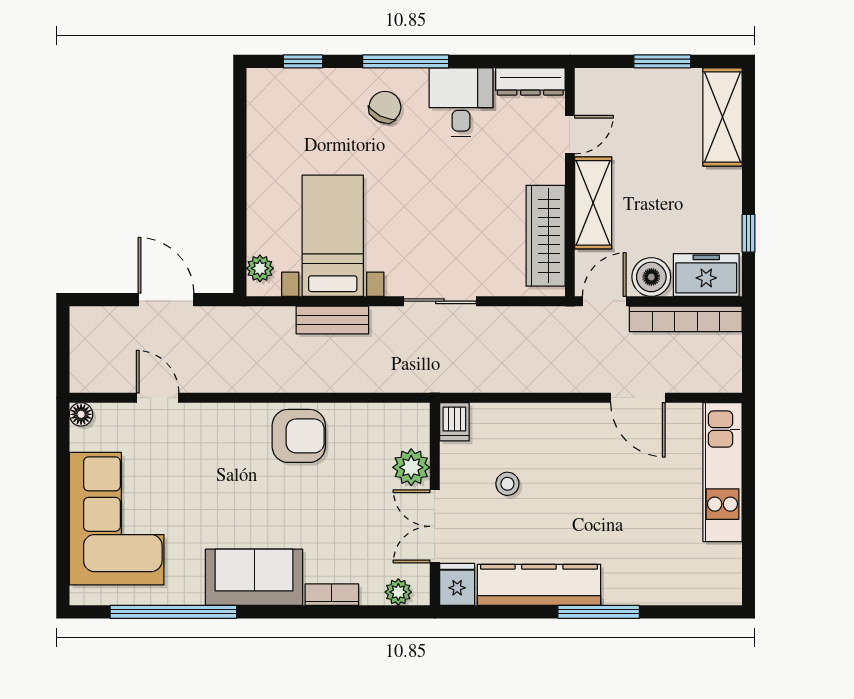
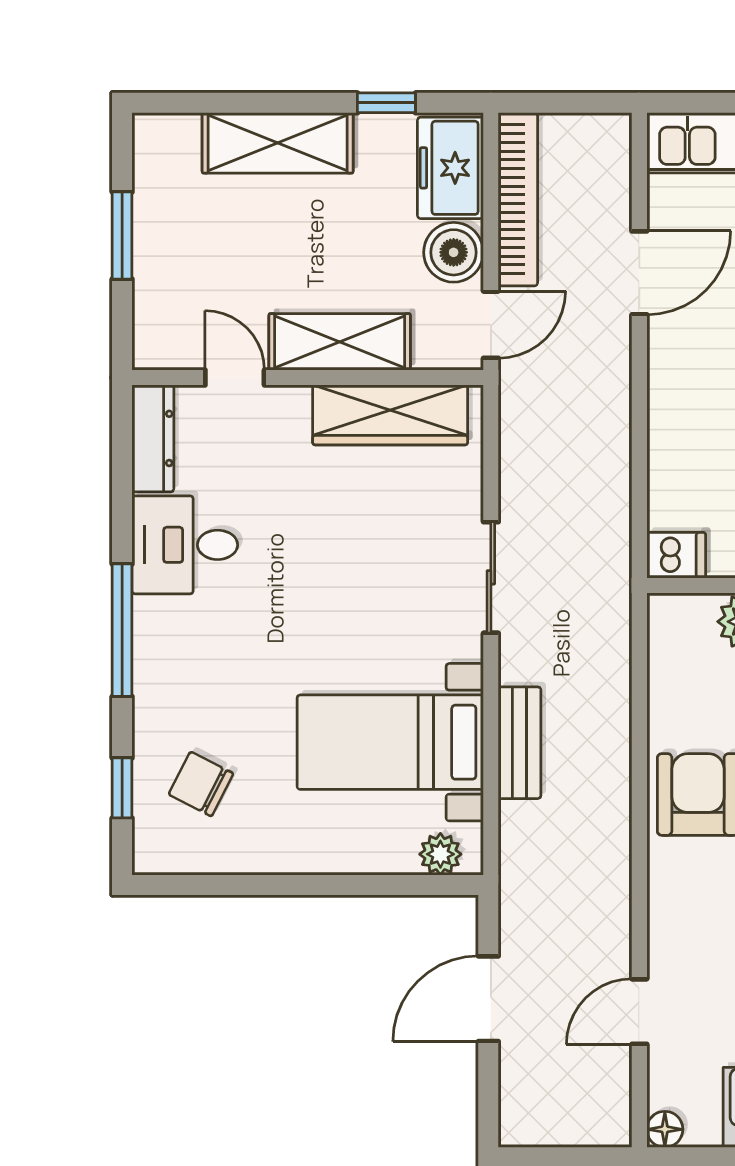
chair: (385, 107) -> (201, 784), moved
shelving: (722, 117) -> (278, 143), moved
door: (604, 301) -> (491, 325), swing flipped

